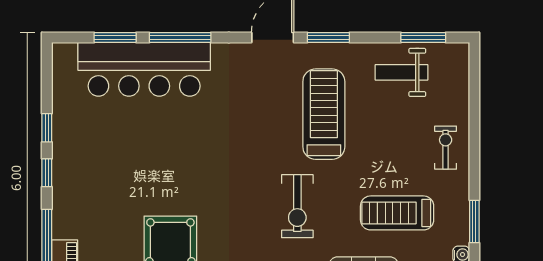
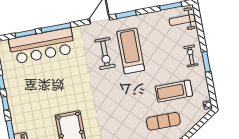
weight bench: (401, 72) -> (182, 20), moved
exercise bike: (297, 206) -> (105, 54), moved
window: (474, 221) -> (206, 62), moved

